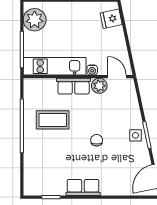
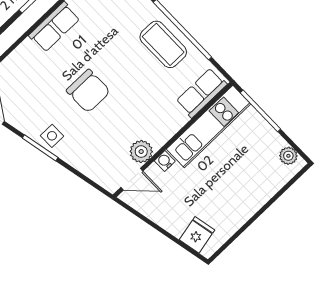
plant: (35, 20) -> (288, 156), width x0.53, depth x0.53
row of seats: (74, 86) -> (201, 93), moved
coffee table: (53, 120) -> (163, 44), moved, turned 90
chair: (97, 140) -> (88, 91), width x1.87, depth x1.87

